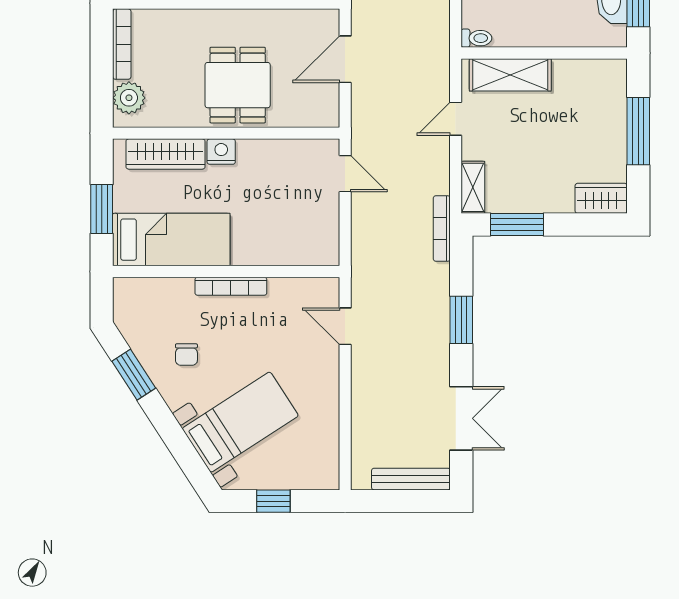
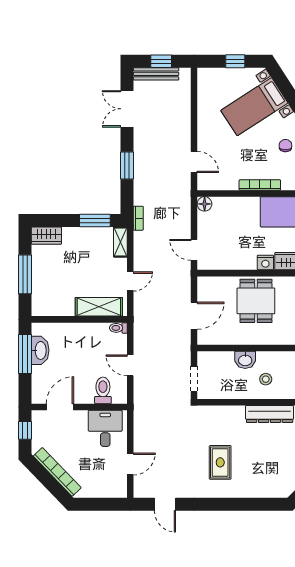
bookcase: (442, 229) -> (138, 218), width x0.64
floor lamp: (327, 253) -> (205, 204), added
window: (402, 501) -> (161, 61), added

